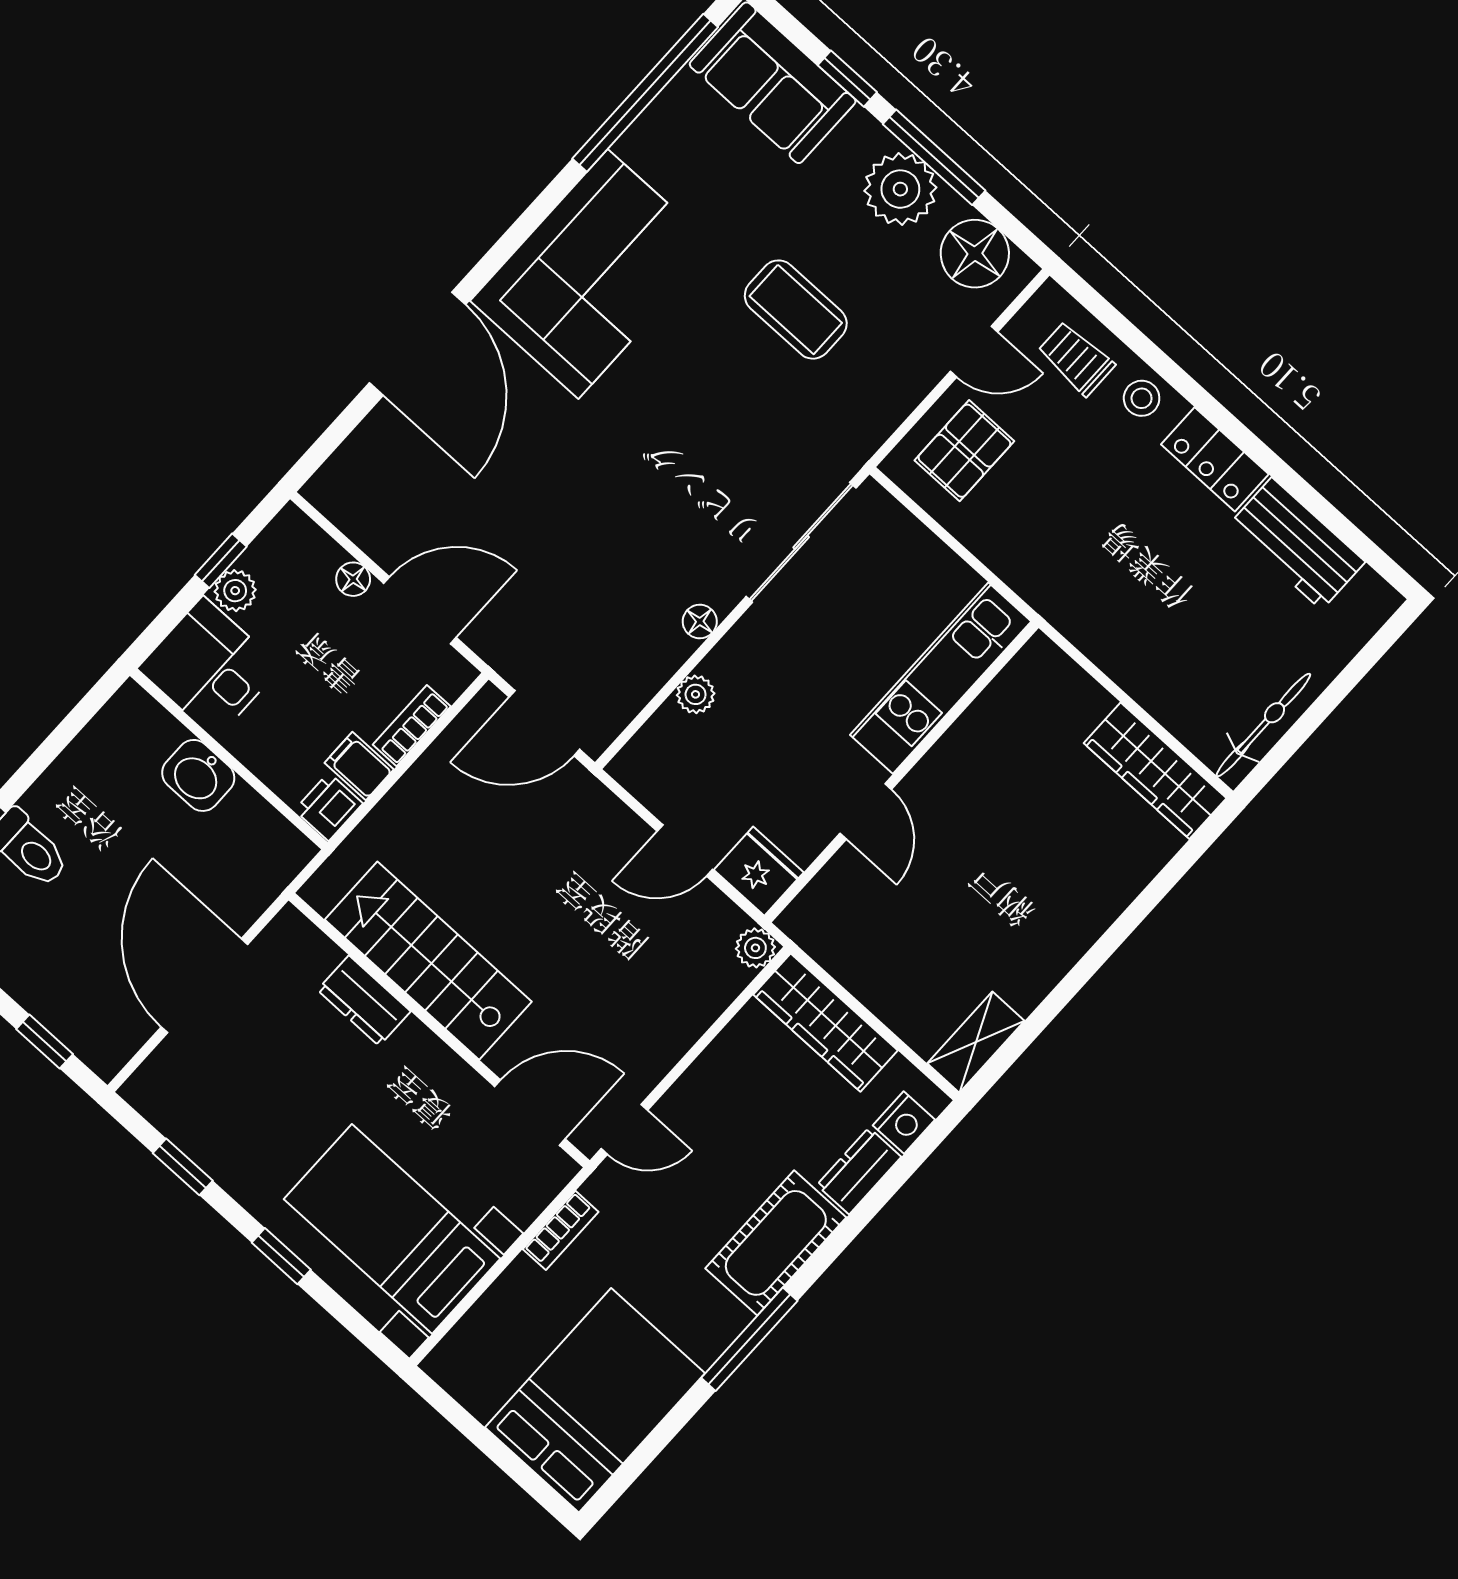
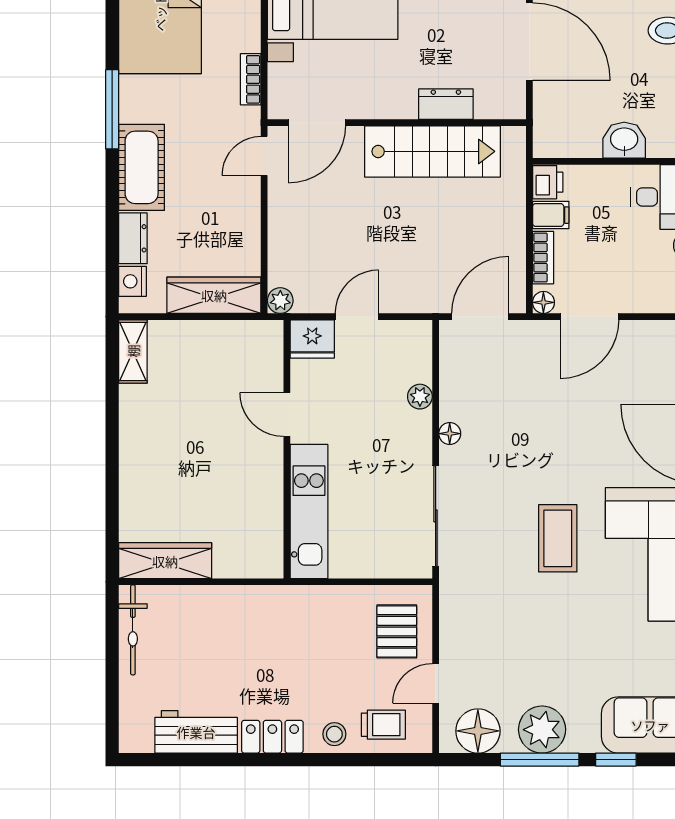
coffee table: (796, 310) -> (558, 538), moved, turned 90
floor lamp: (353, 579) -> (543, 302), moved

